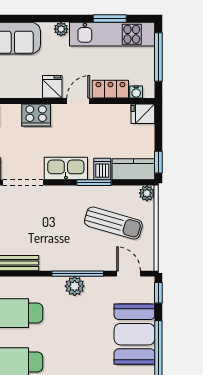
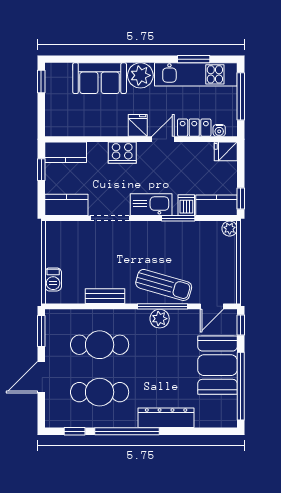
plant: (61, 29) -> (140, 75), width x1.88, depth x1.88
sun lounger: (113, 223) -> (164, 285), moved
door: (129, 274) -> (212, 306), swing flipped

